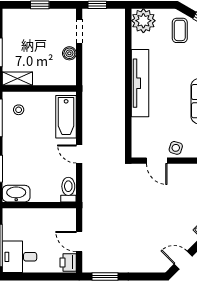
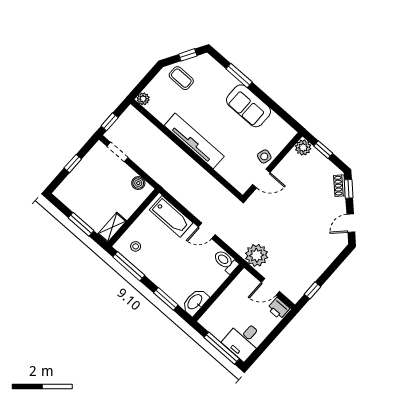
plant: (143, 21) -> (143, 99), width x0.53, depth x0.53
boiler: (69, 53) -> (138, 183), moved
plant: (94, 209) -> (257, 255), added
window: (105, 276) -> (313, 290), width x0.67

